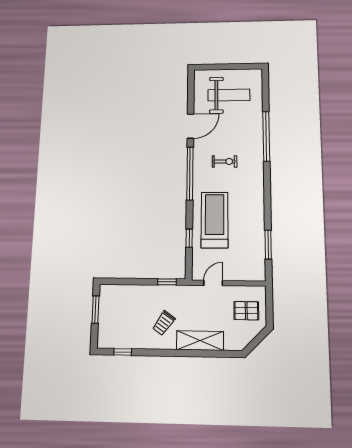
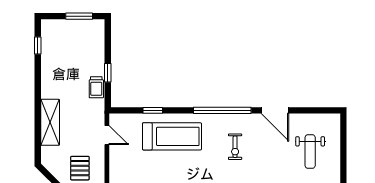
weight bench: (229, 95) -> (310, 152), width x0.73, depth x0.75
window: (167, 282) -> (108, 73), moved
trolley: (164, 323) -> (96, 87), moved, turned -125

